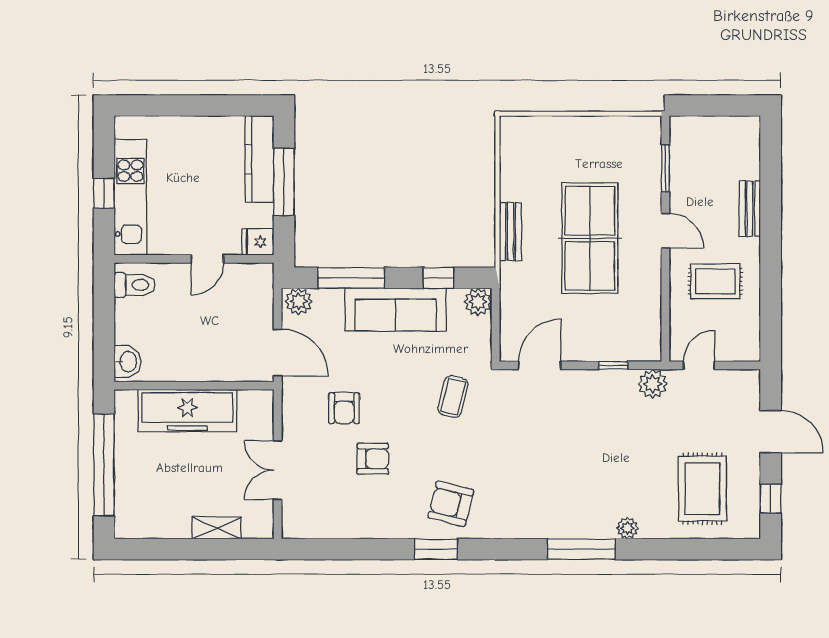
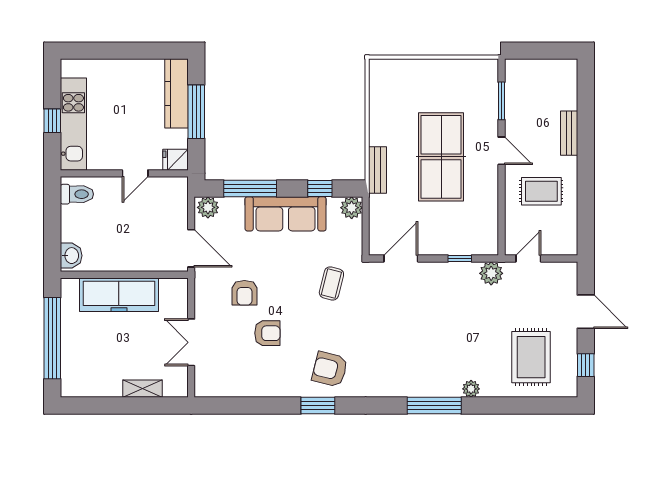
bench: (511, 232) -> (378, 170), moved

